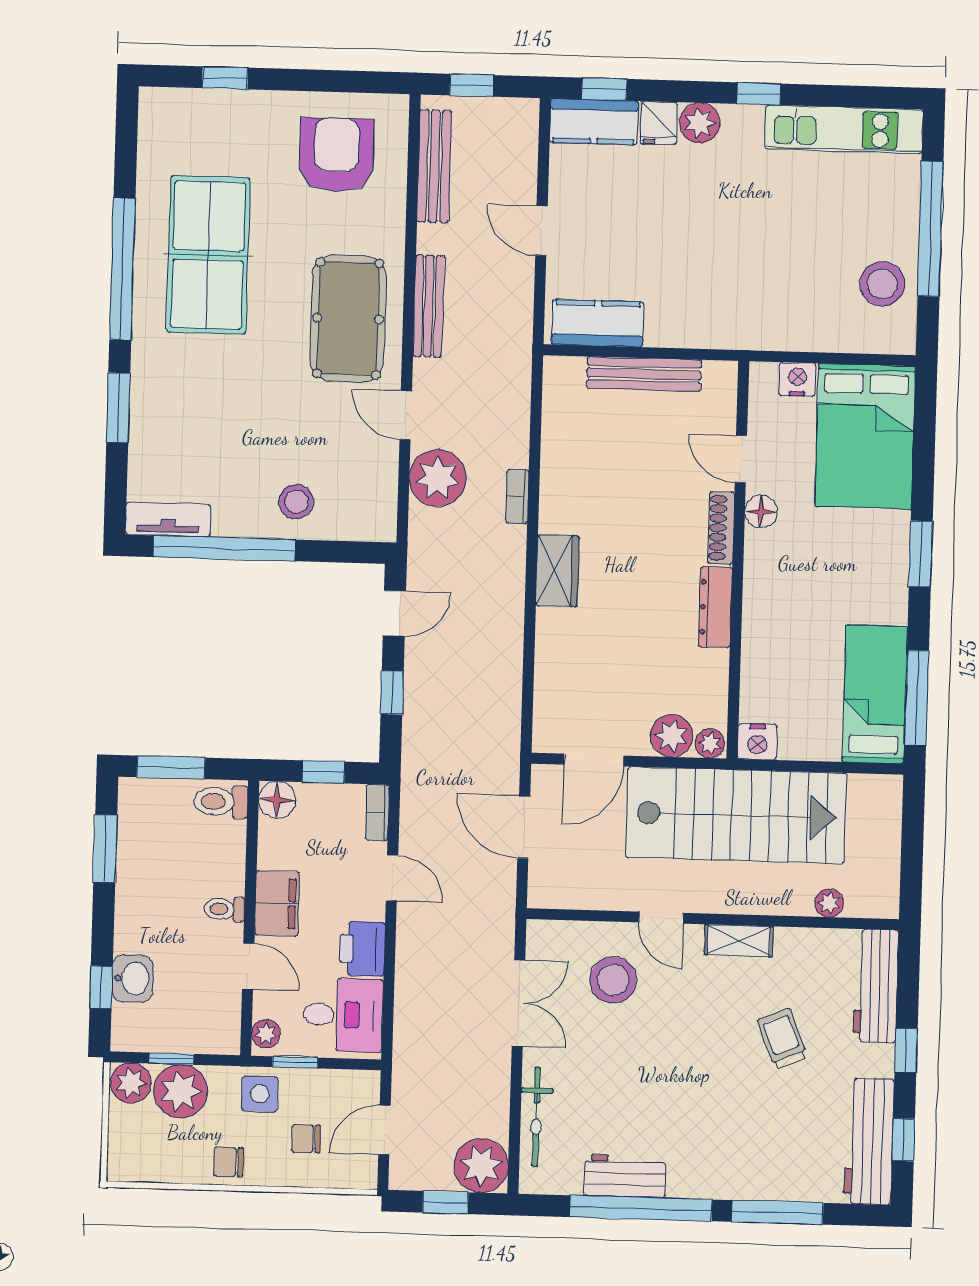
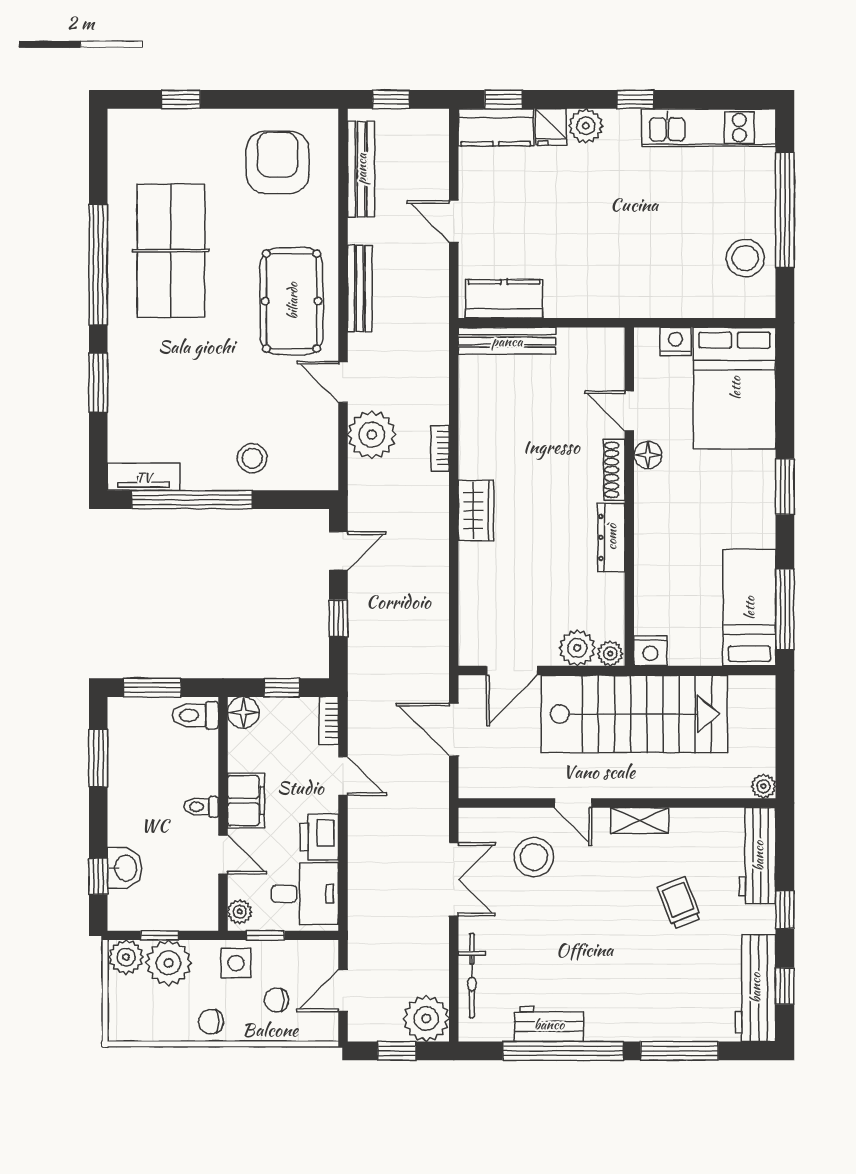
bench: (644, 374) -> (507, 341), moved
plant: (829, 903) -> (763, 786), moved

